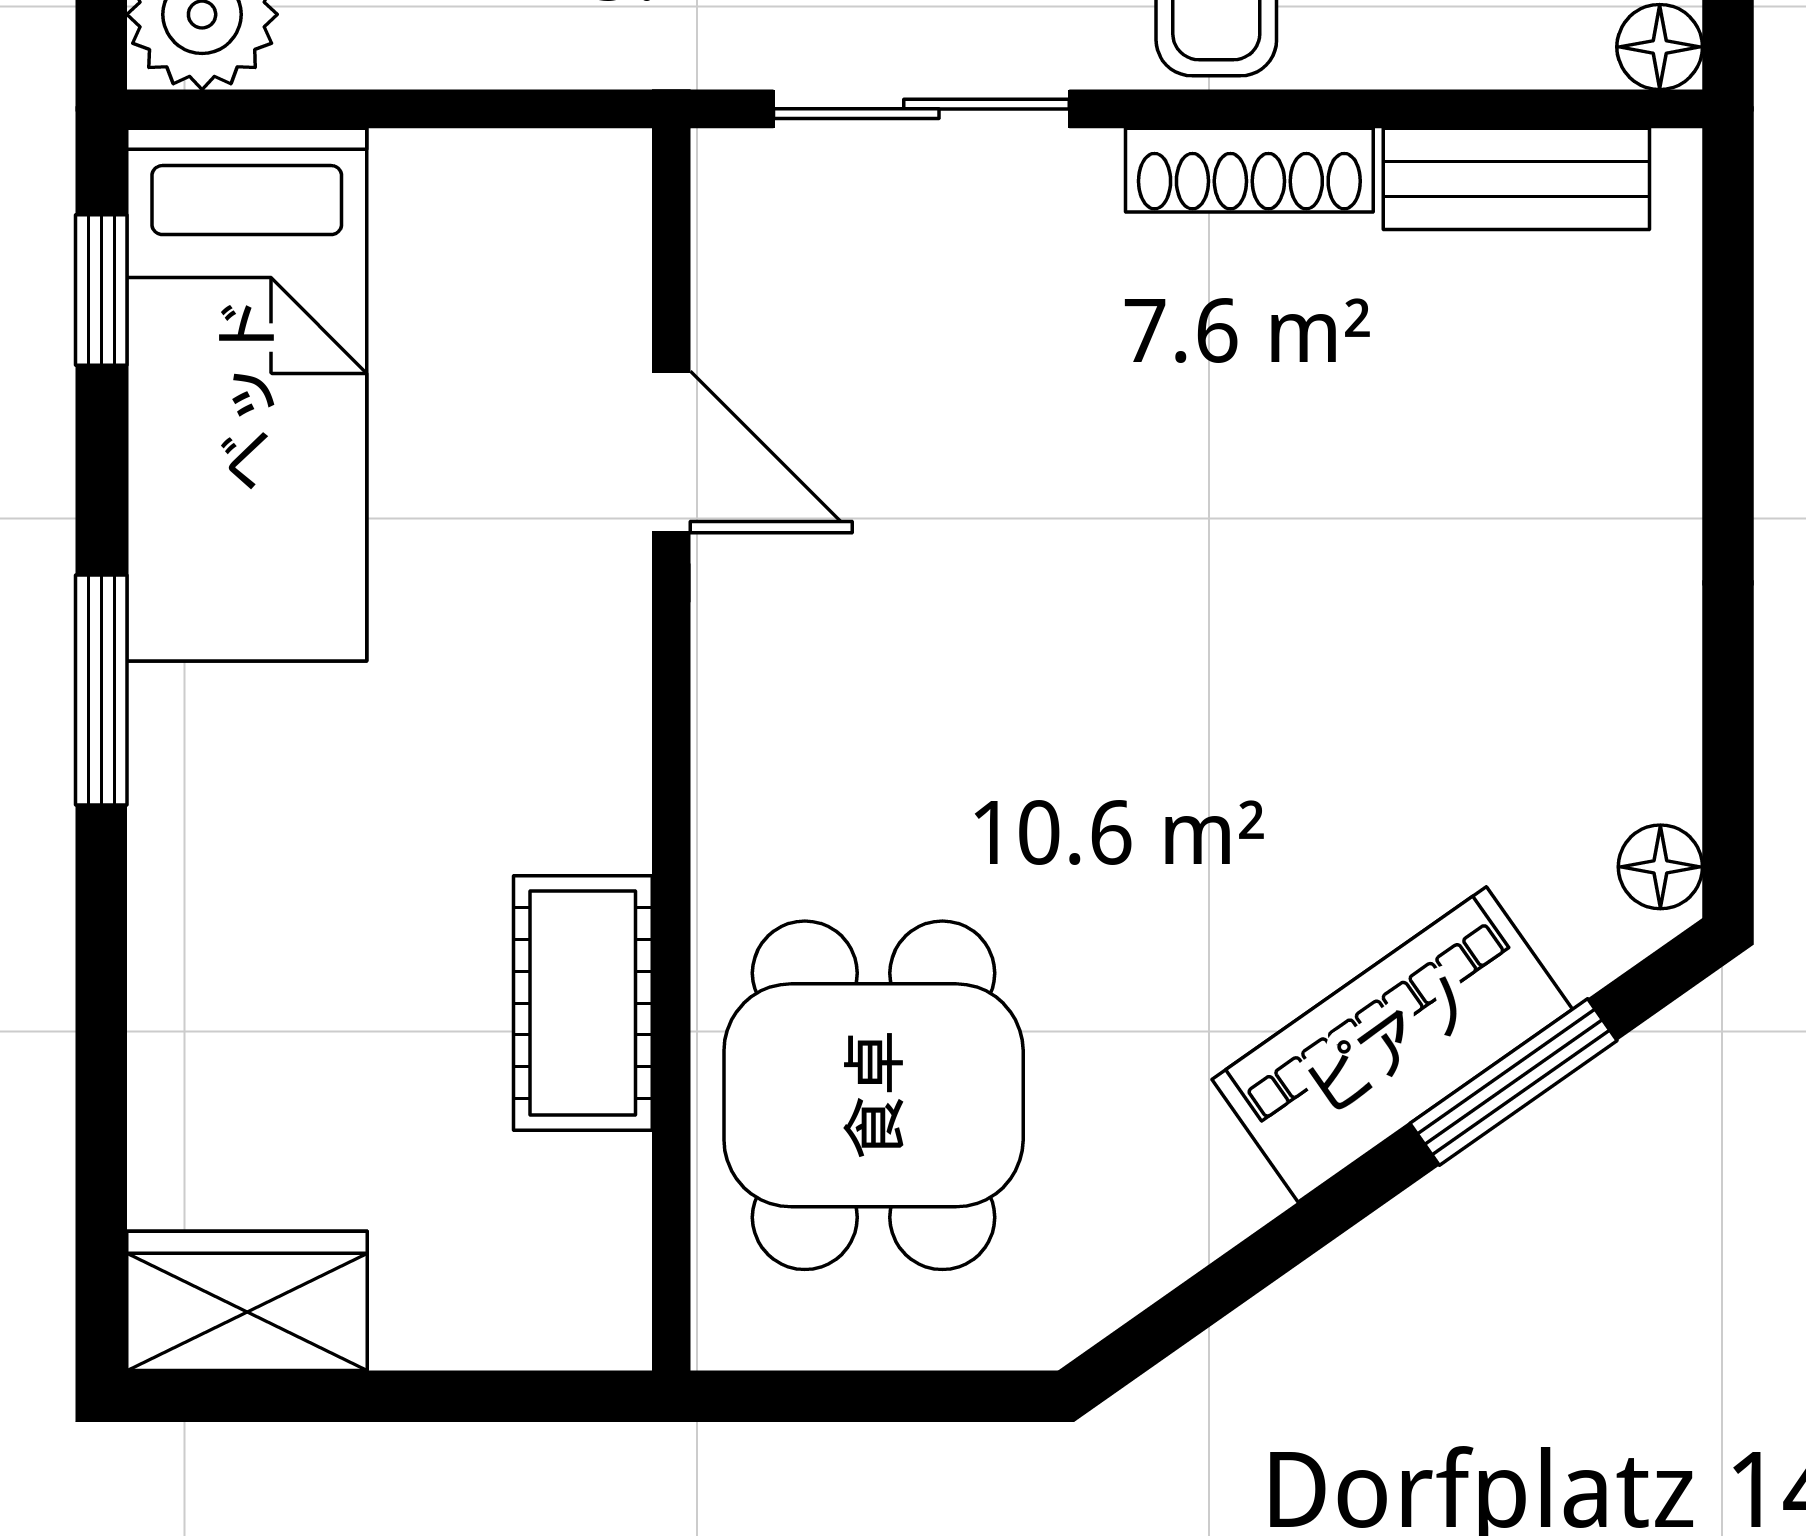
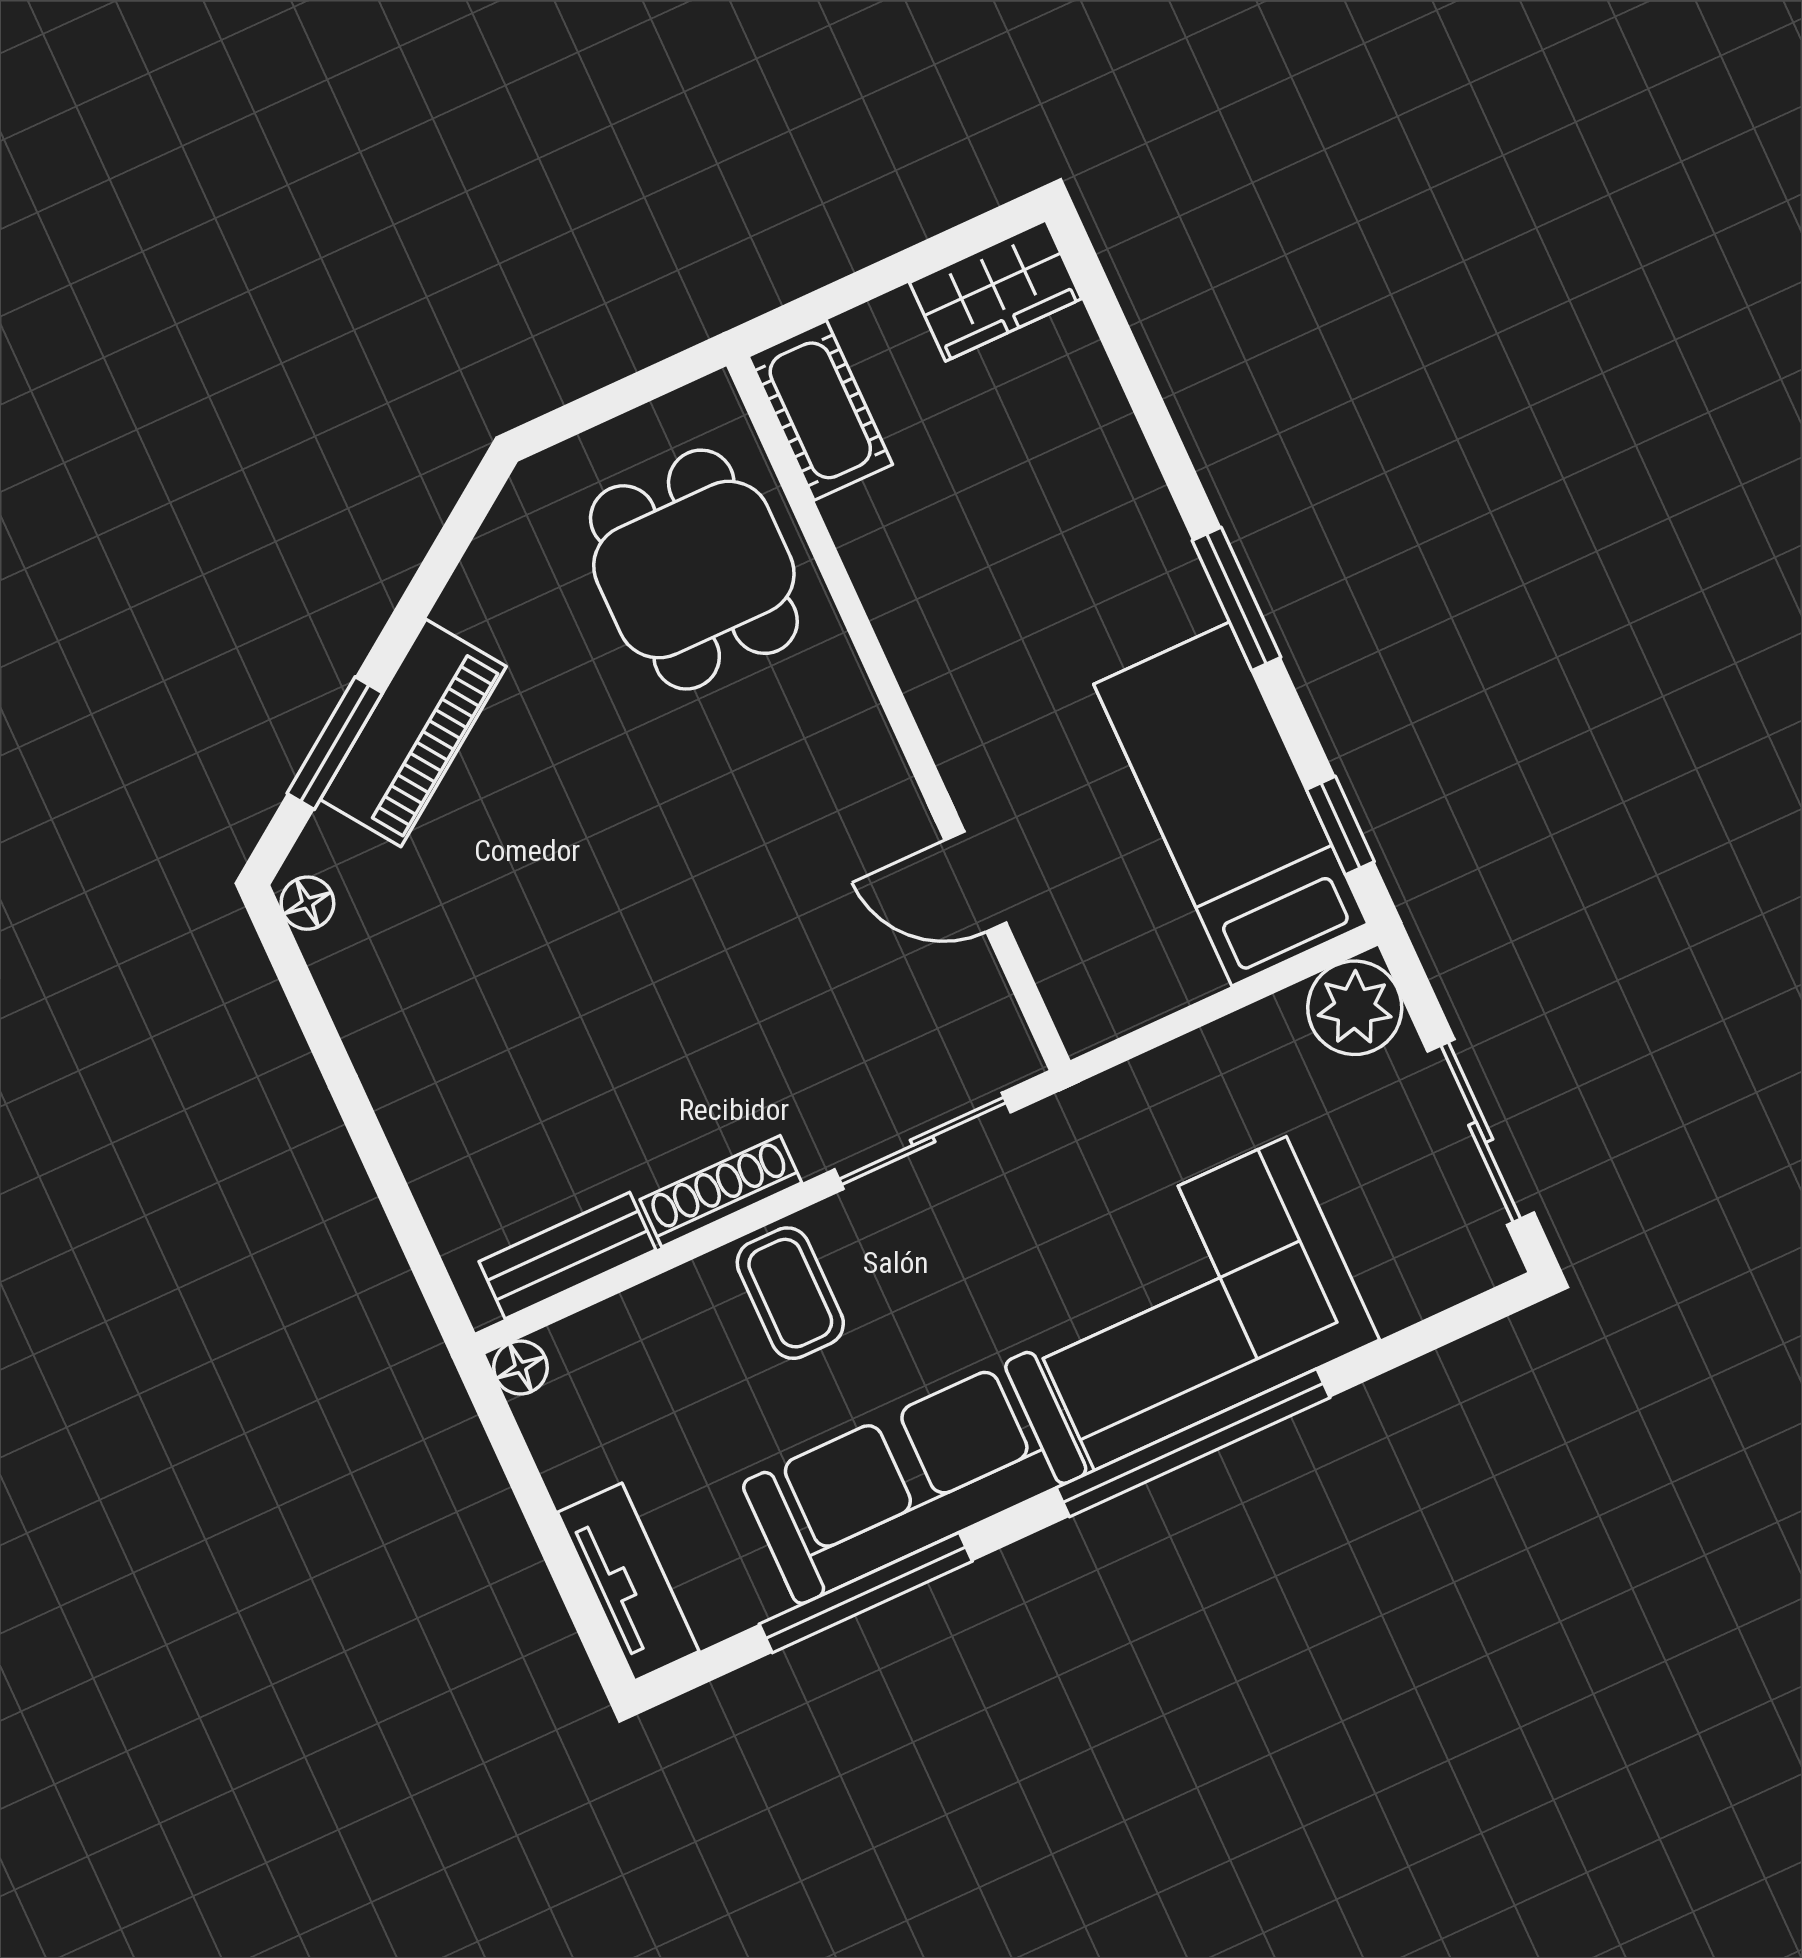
cot: (583, 1003) -> (820, 410), moved

